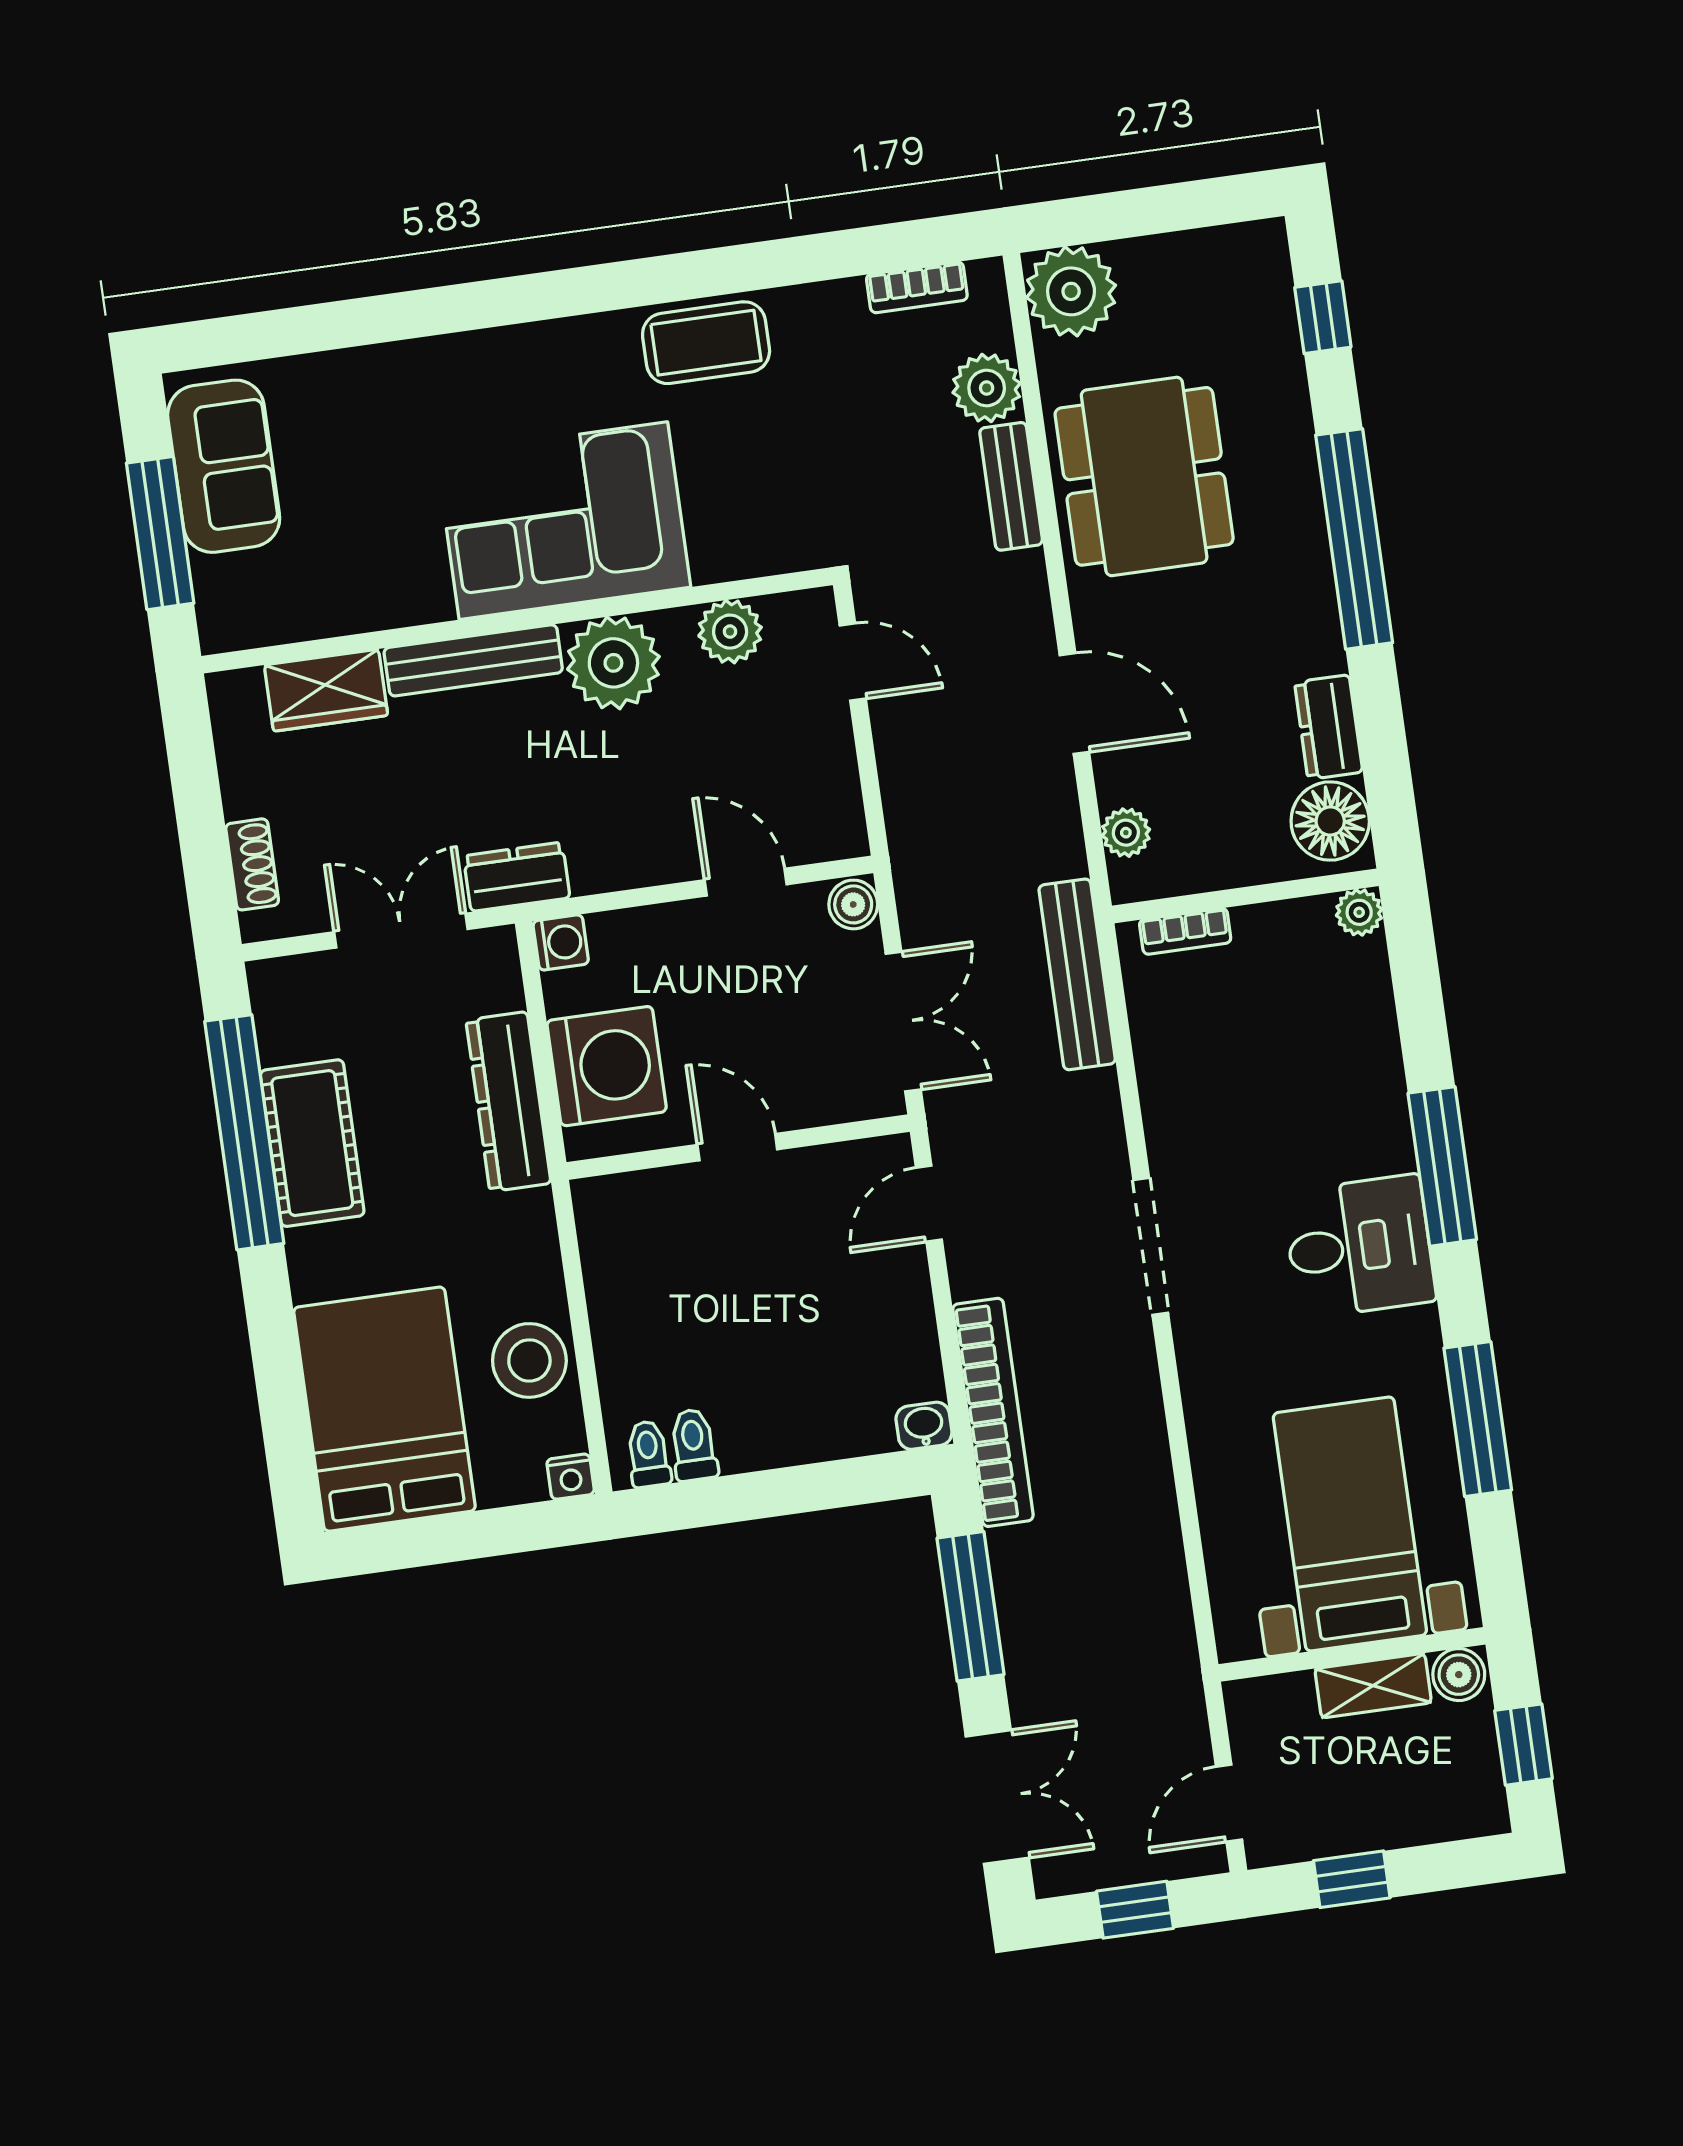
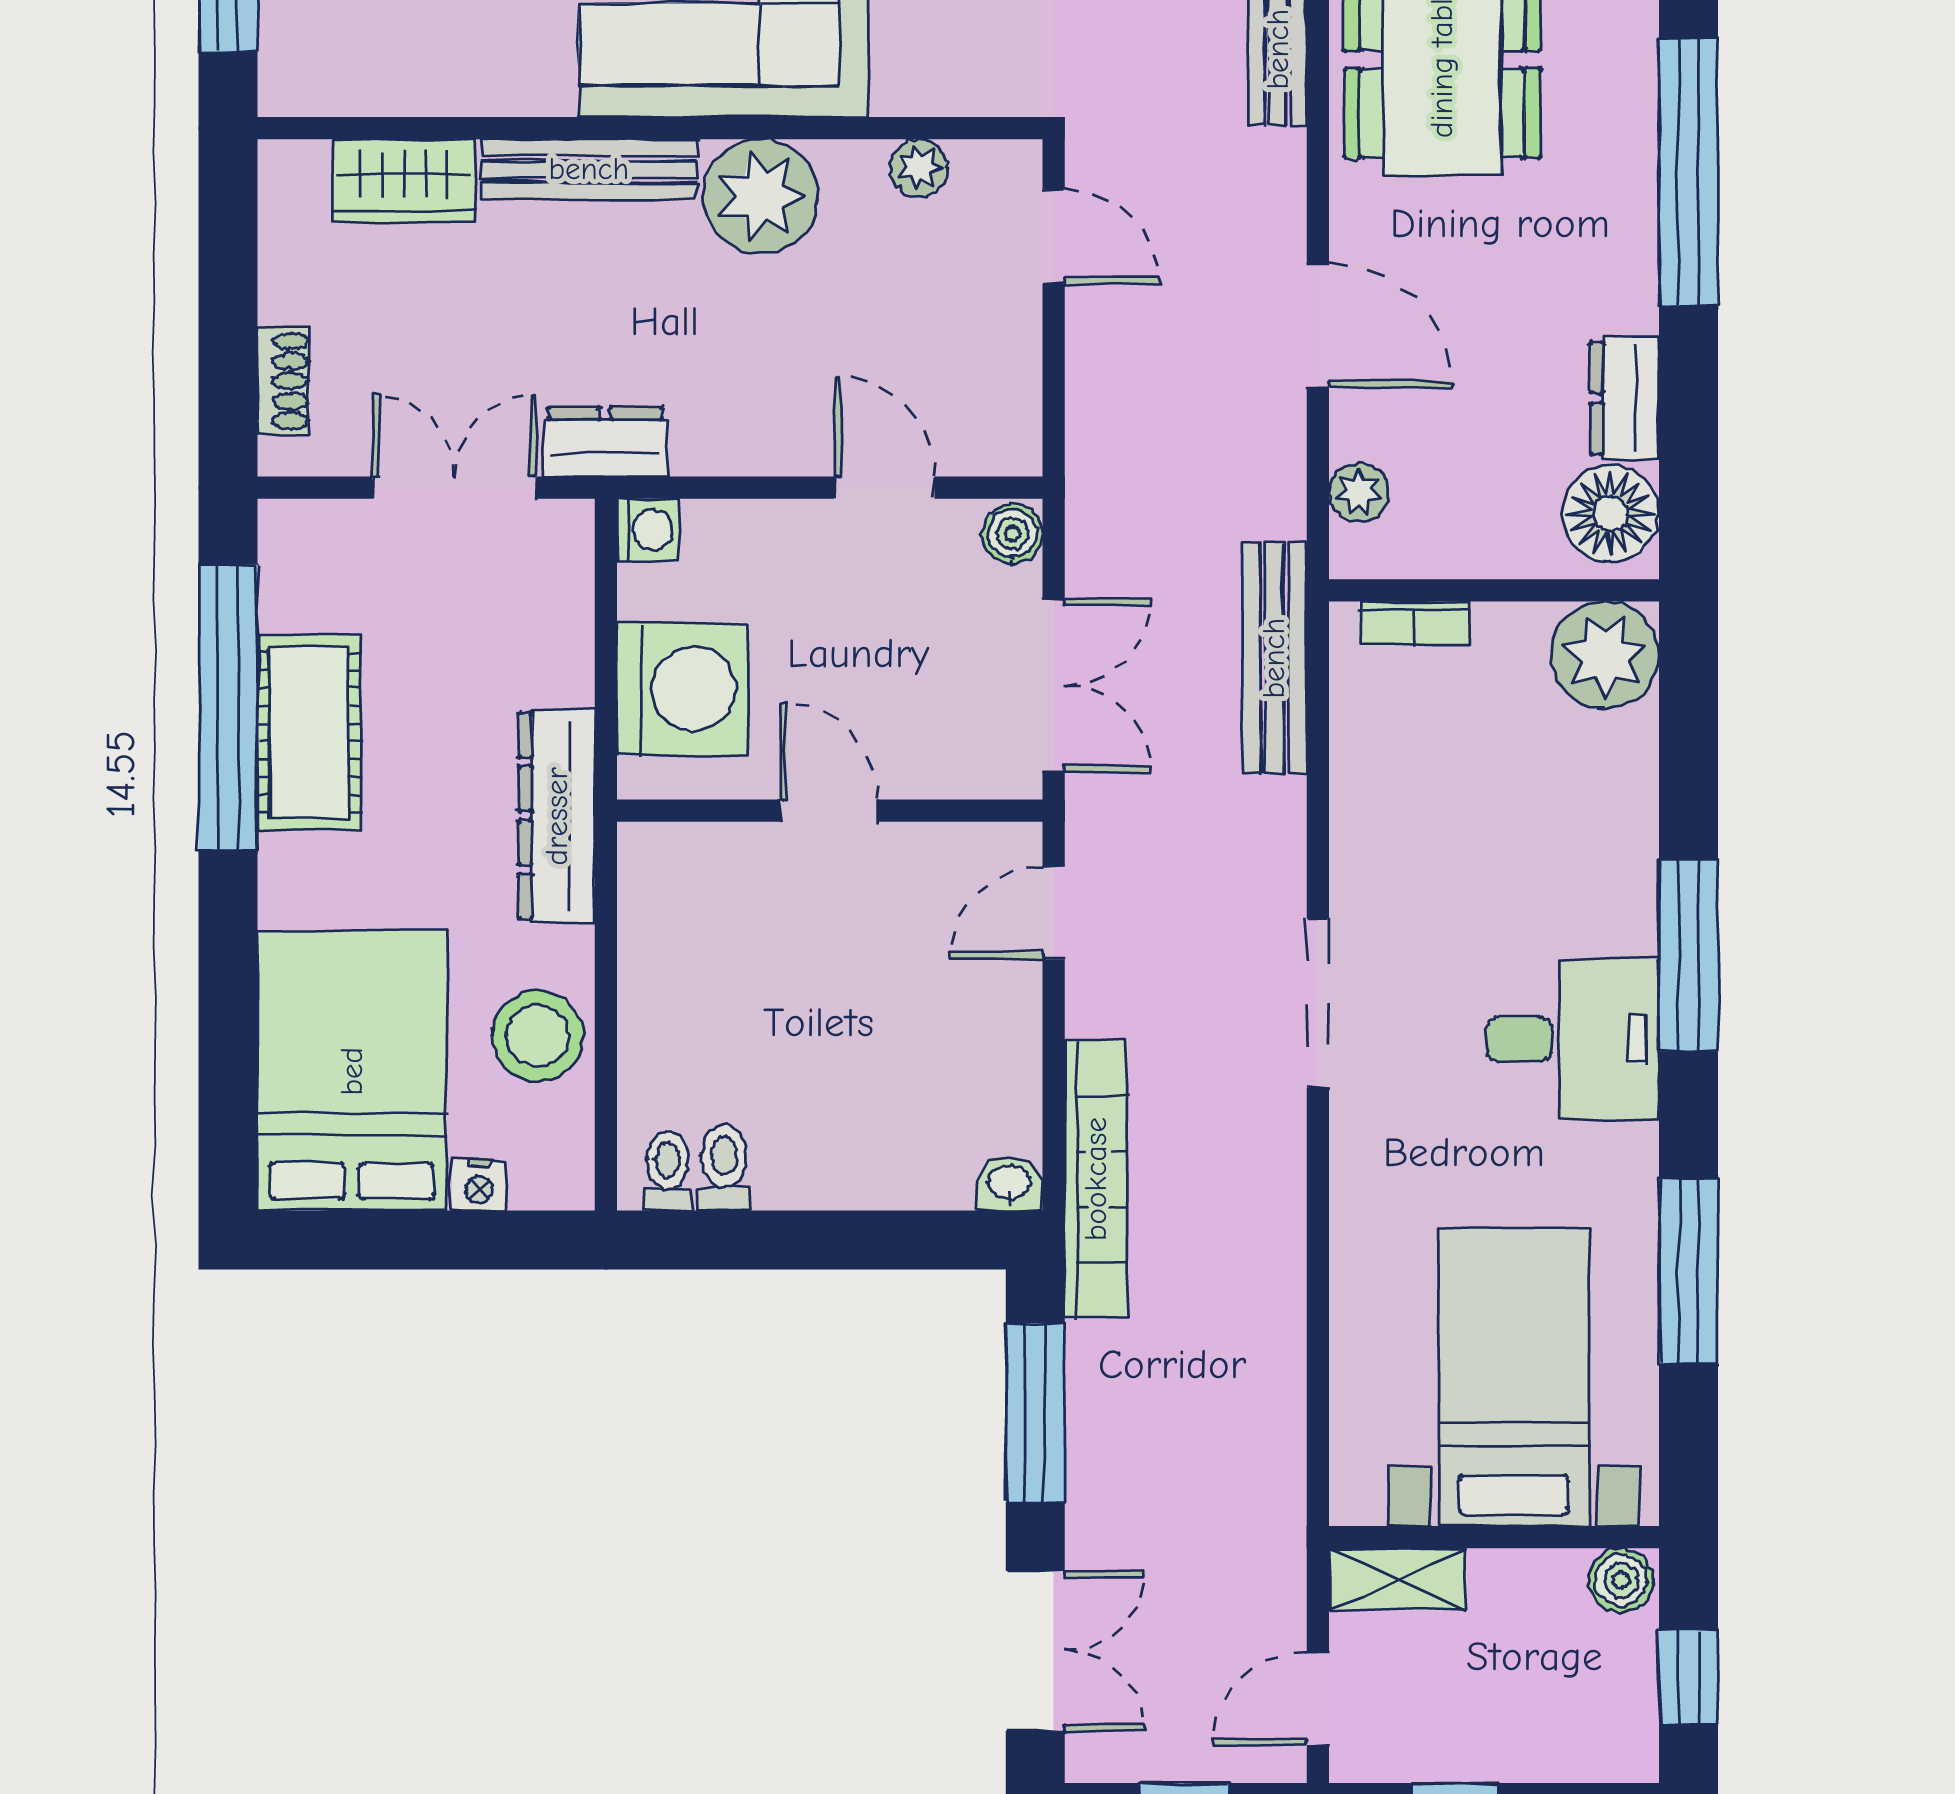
plant: (730, 632) -> (919, 168), width x0.73, depth x0.73
plant: (1359, 912) -> (1605, 655), width x1.88, depth x1.88
dresser: (509, 1102) -> (557, 816), moved
nightstand: (571, 1477) -> (479, 1185), moved
shelving: (1373, 1686) -> (1398, 1579), moved

